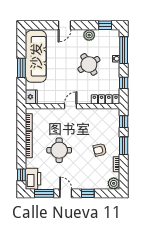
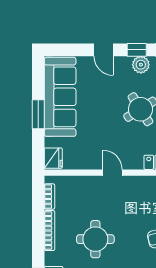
door: (65, 25) -> (104, 50), hinge flipped
window: (86, 25) -> (137, 50), added
door: (70, 106) -> (113, 173), hinge flipped

